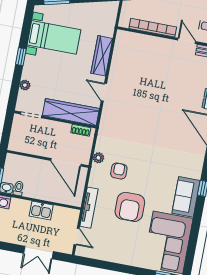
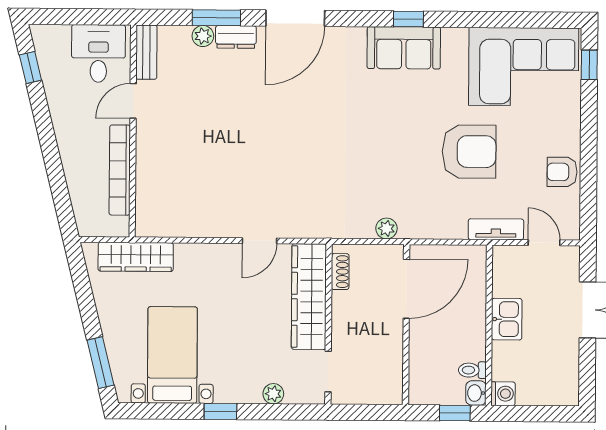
wardrobe: (102, 56) -> (136, 257), moved
armchair: (119, 171) -> (562, 172), moved
sofa: (186, 197) -> (404, 48), moved
tv unit: (89, 208) -> (496, 229), width x0.71
door: (77, 237) -> (544, 243), hinge flipped

